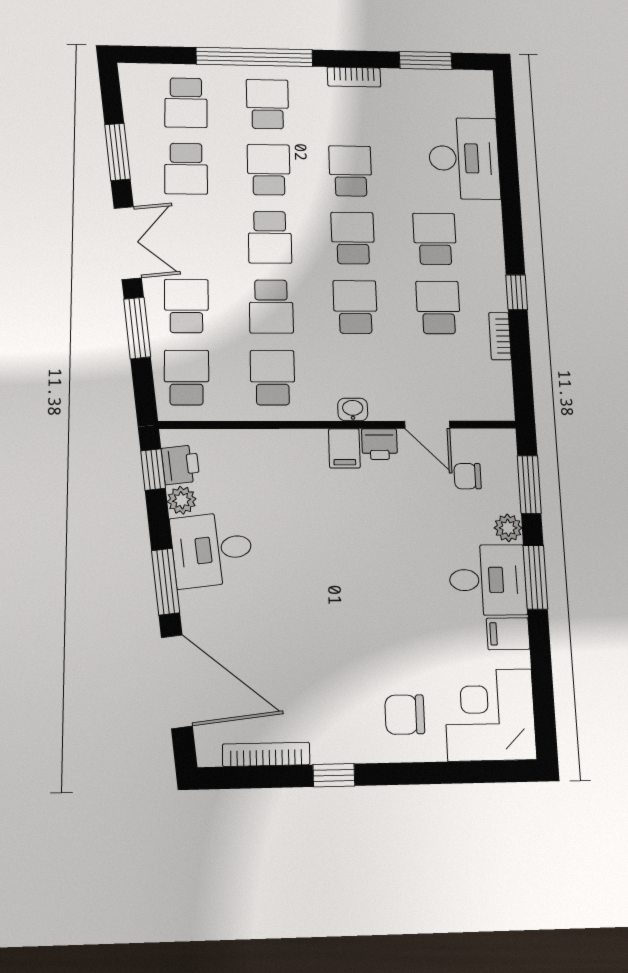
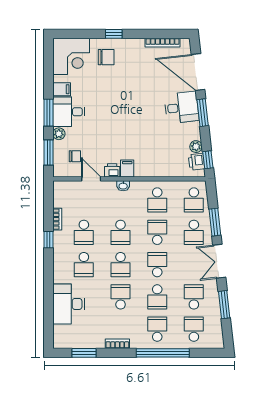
school desk: (267, 104) -> (157, 329), turned 180
school desk: (350, 171) -> (121, 297), turned 180
desk: (212, 549) -> (181, 107), moved
window: (334, 775) -> (114, 34), moved

